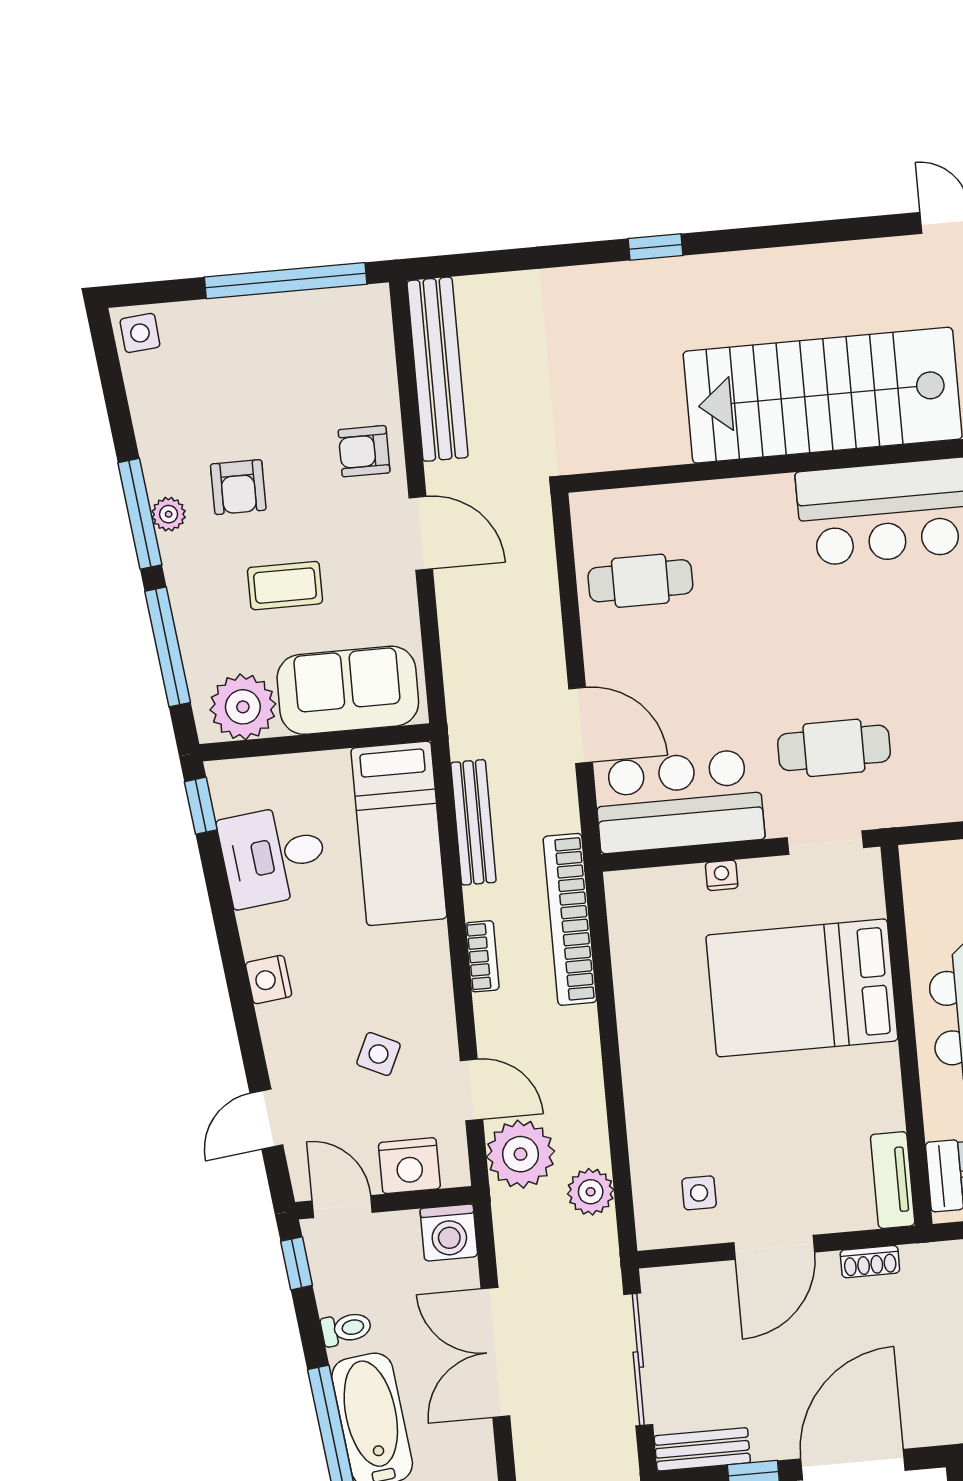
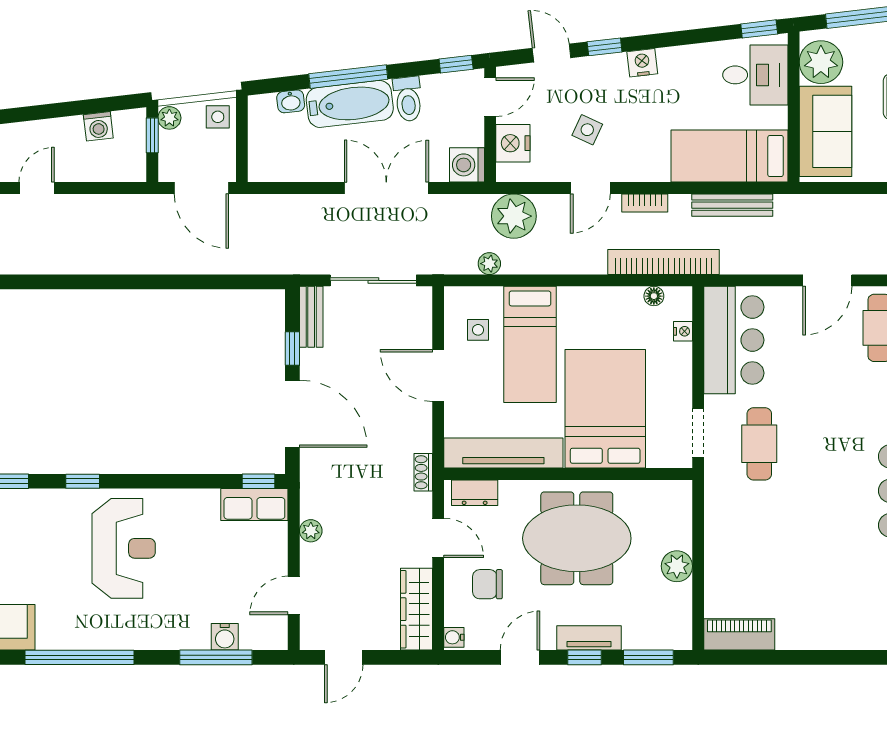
door: (581, 725) -> (827, 280), moved
desk: (273, 856) -> (755, 75), moved, turned 97
nightstand: (722, 875) -> (683, 331), moved
floor lamp: (623, 929) -> (654, 296), added
window: (250, 1039) -> (605, 47), added
door: (471, 1090) -> (590, 188), moved
bed: (714, 1112) -> (530, 344), added
tv unit: (893, 1180) -> (503, 453), width x1.92, depth x1.29
plant: (591, 1192) -> (489, 264), width x0.73, depth x0.73
shoe rack: (870, 1262) -> (423, 472), moved
toilet: (346, 1328) -> (408, 99), width x1.37, depth x1.39

